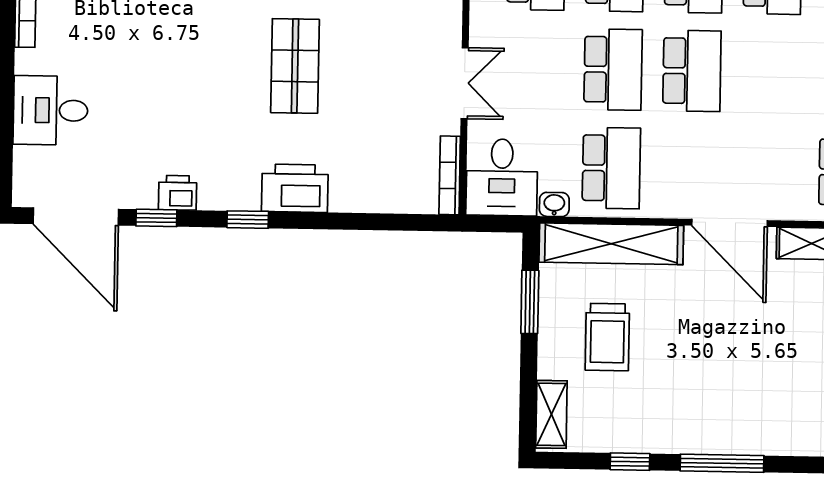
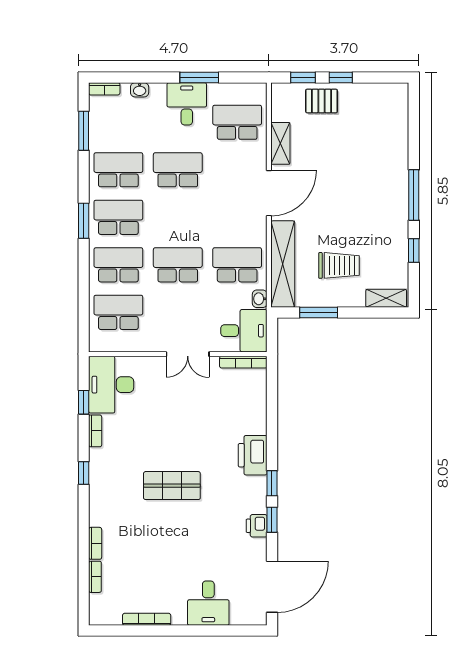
shop shelf: (295, 66) -> (172, 486), moved
school desk: (692, 71) -> (178, 170), moved
double door: (465, 83) -> (188, 354), swing flipped
window: (156, 218) -> (272, 520), moved

